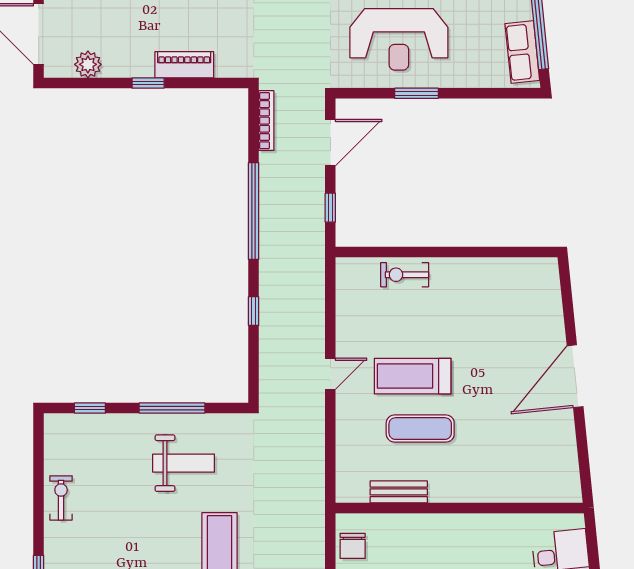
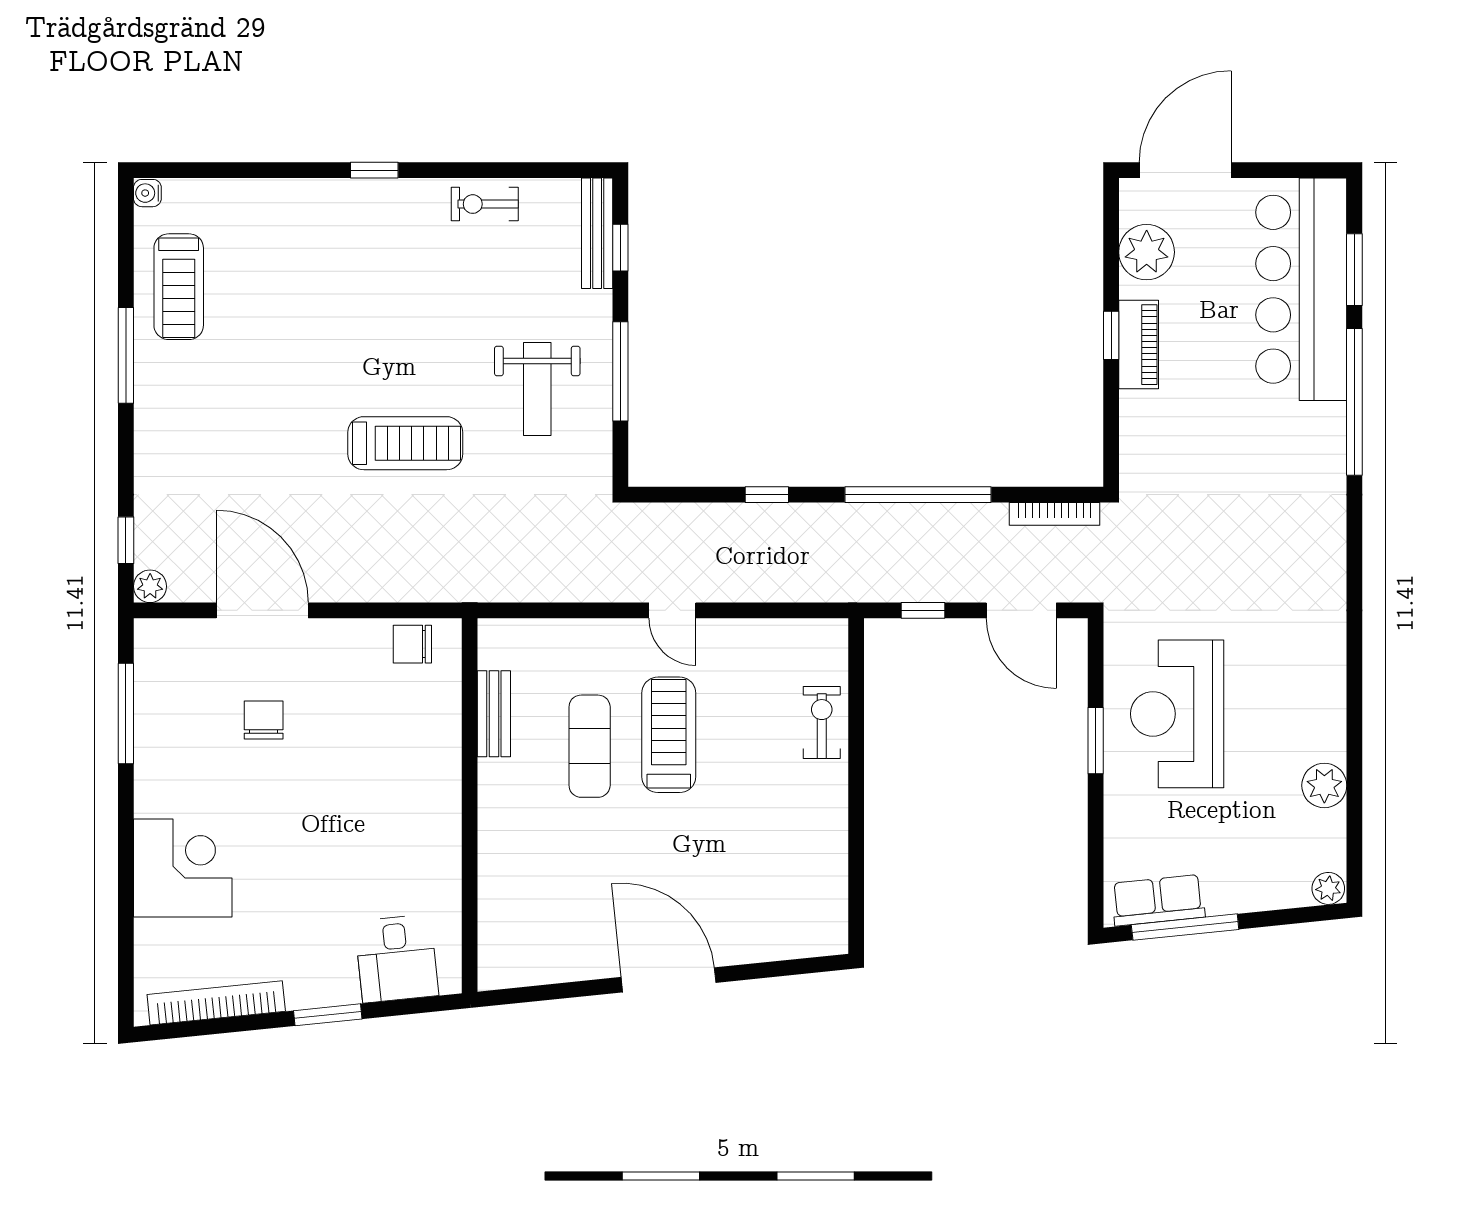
plant: (88, 64) -> (1147, 252), width x1.36, depth x1.36
piano: (184, 65) -> (1139, 345), moved
bench: (80, 424) -> (597, 233), added
exercise bike: (61, 498) -> (485, 204), turned 180

